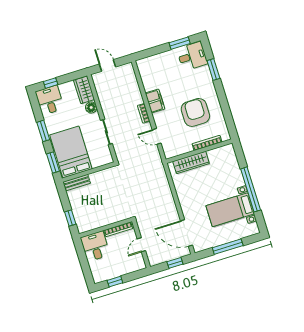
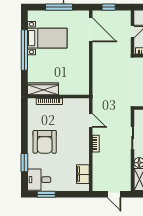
filing cabinet: (155, 101) -> (83, 174), moved
armchair: (195, 112) -> (45, 142), moved
wardrobe: (191, 162) -> (43, 89), moved

